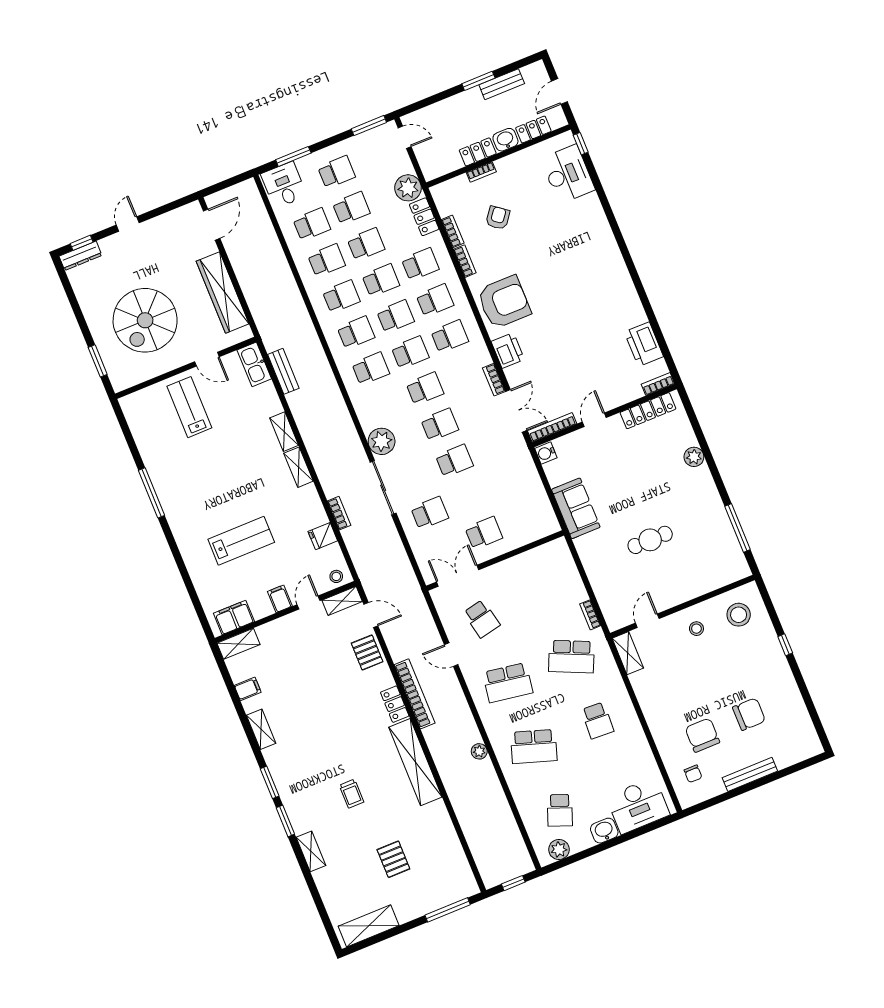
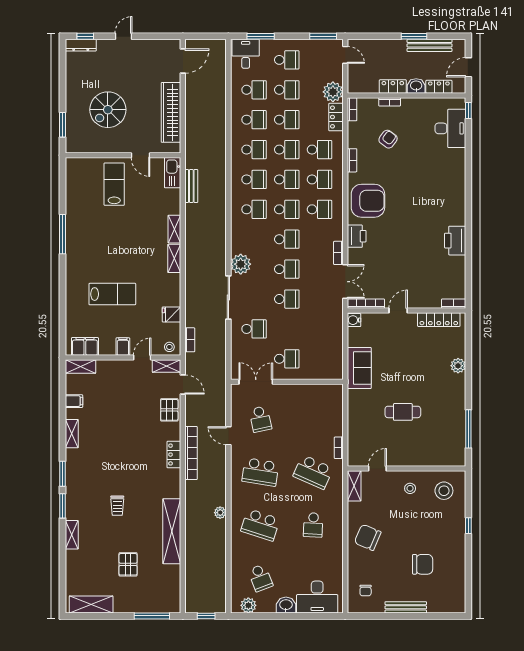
bench: (502, 84) -> (429, 45), width x1.36
bookcase: (453, 231) -> (352, 109), moved
spiral stairs: (145, 320) -> (108, 110), width x0.73, depth x0.73
printer: (644, 344) -> (455, 241), moved
bookcase: (339, 513) -> (190, 340), moved
chair: (702, 735) -> (368, 537), moved, turned -67
shelving: (415, 762) -> (172, 531), moved
school desk: (560, 810) -> (260, 578), turned -42

